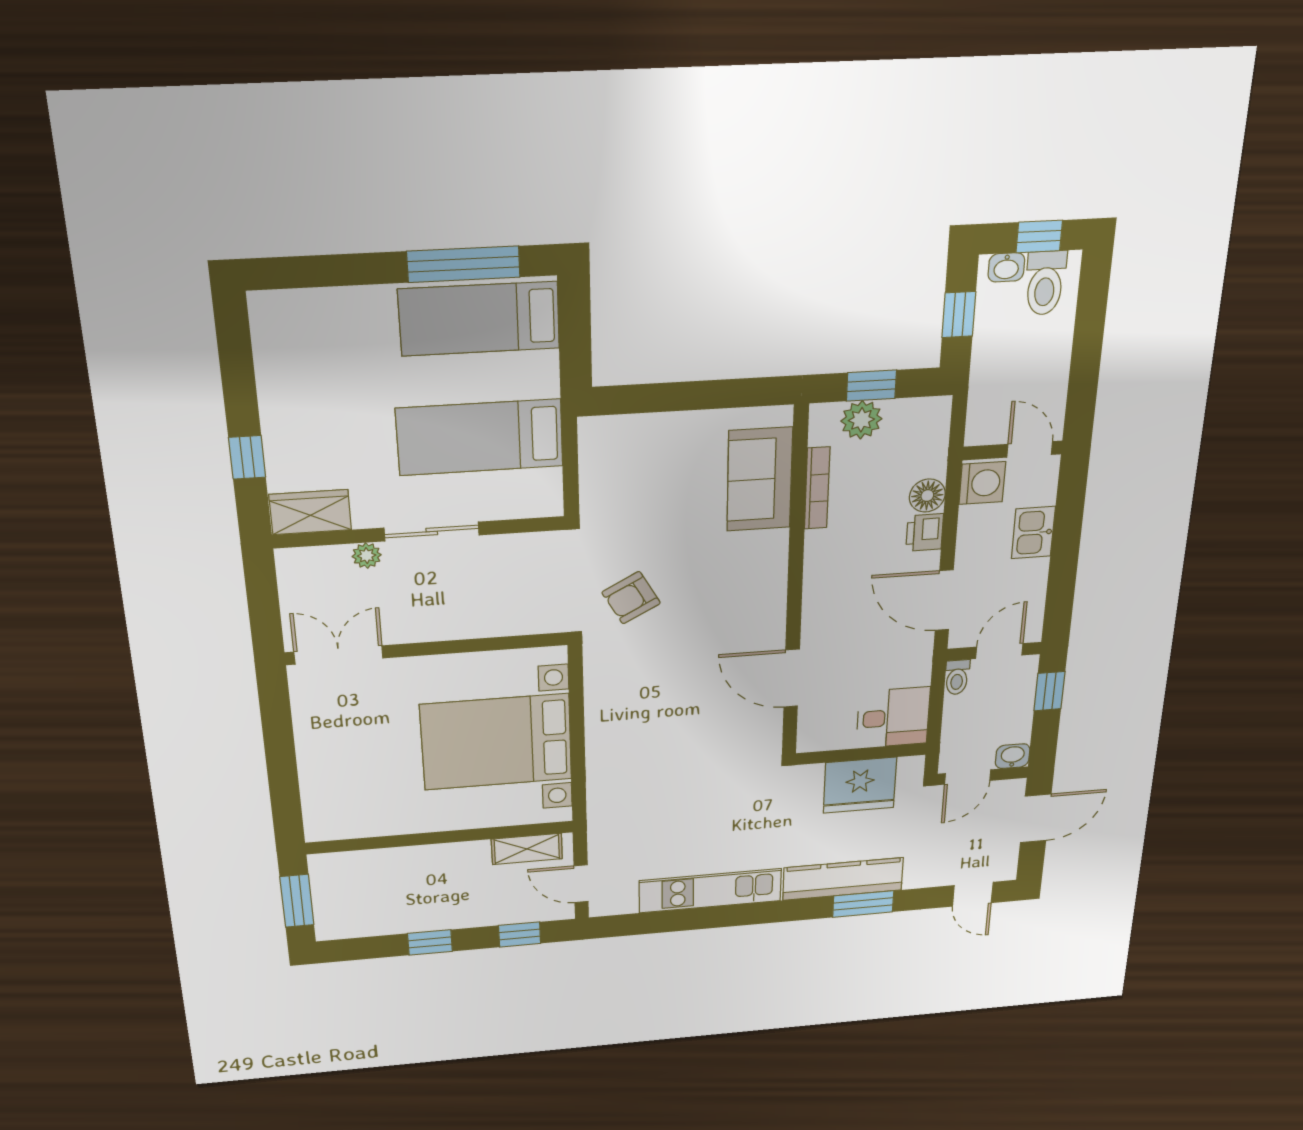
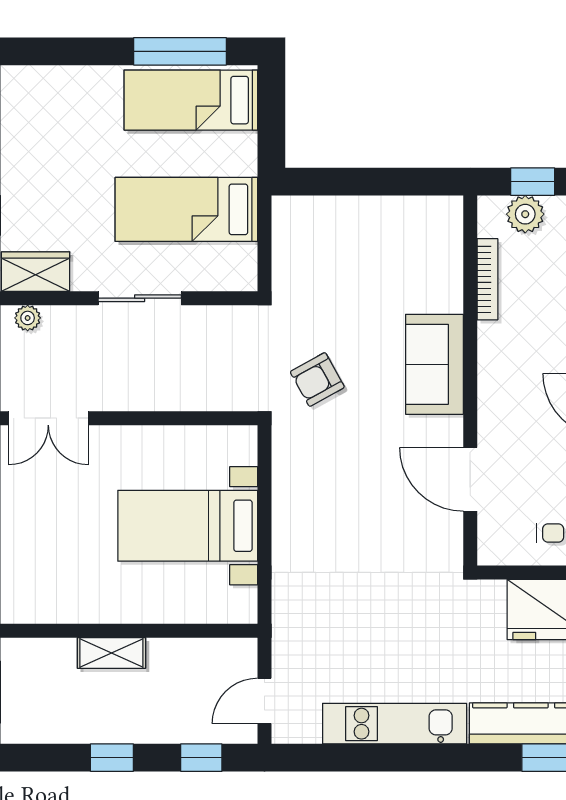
sofa: (760, 479) -> (434, 364), moved
plant: (367, 556) -> (28, 318), moved
double door: (338, 655) -> (48, 418), swing flipped
bed with nightstands: (496, 742) -> (188, 526), width x0.73
shelving: (527, 849) -> (111, 653), moved
door: (581, 884) -> (264, 701), hinge flipped

